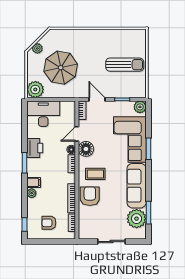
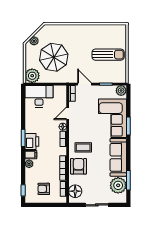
printer: (35, 148) -> (32, 141), moved
floor lamp: (86, 149) -> (75, 191), moved

